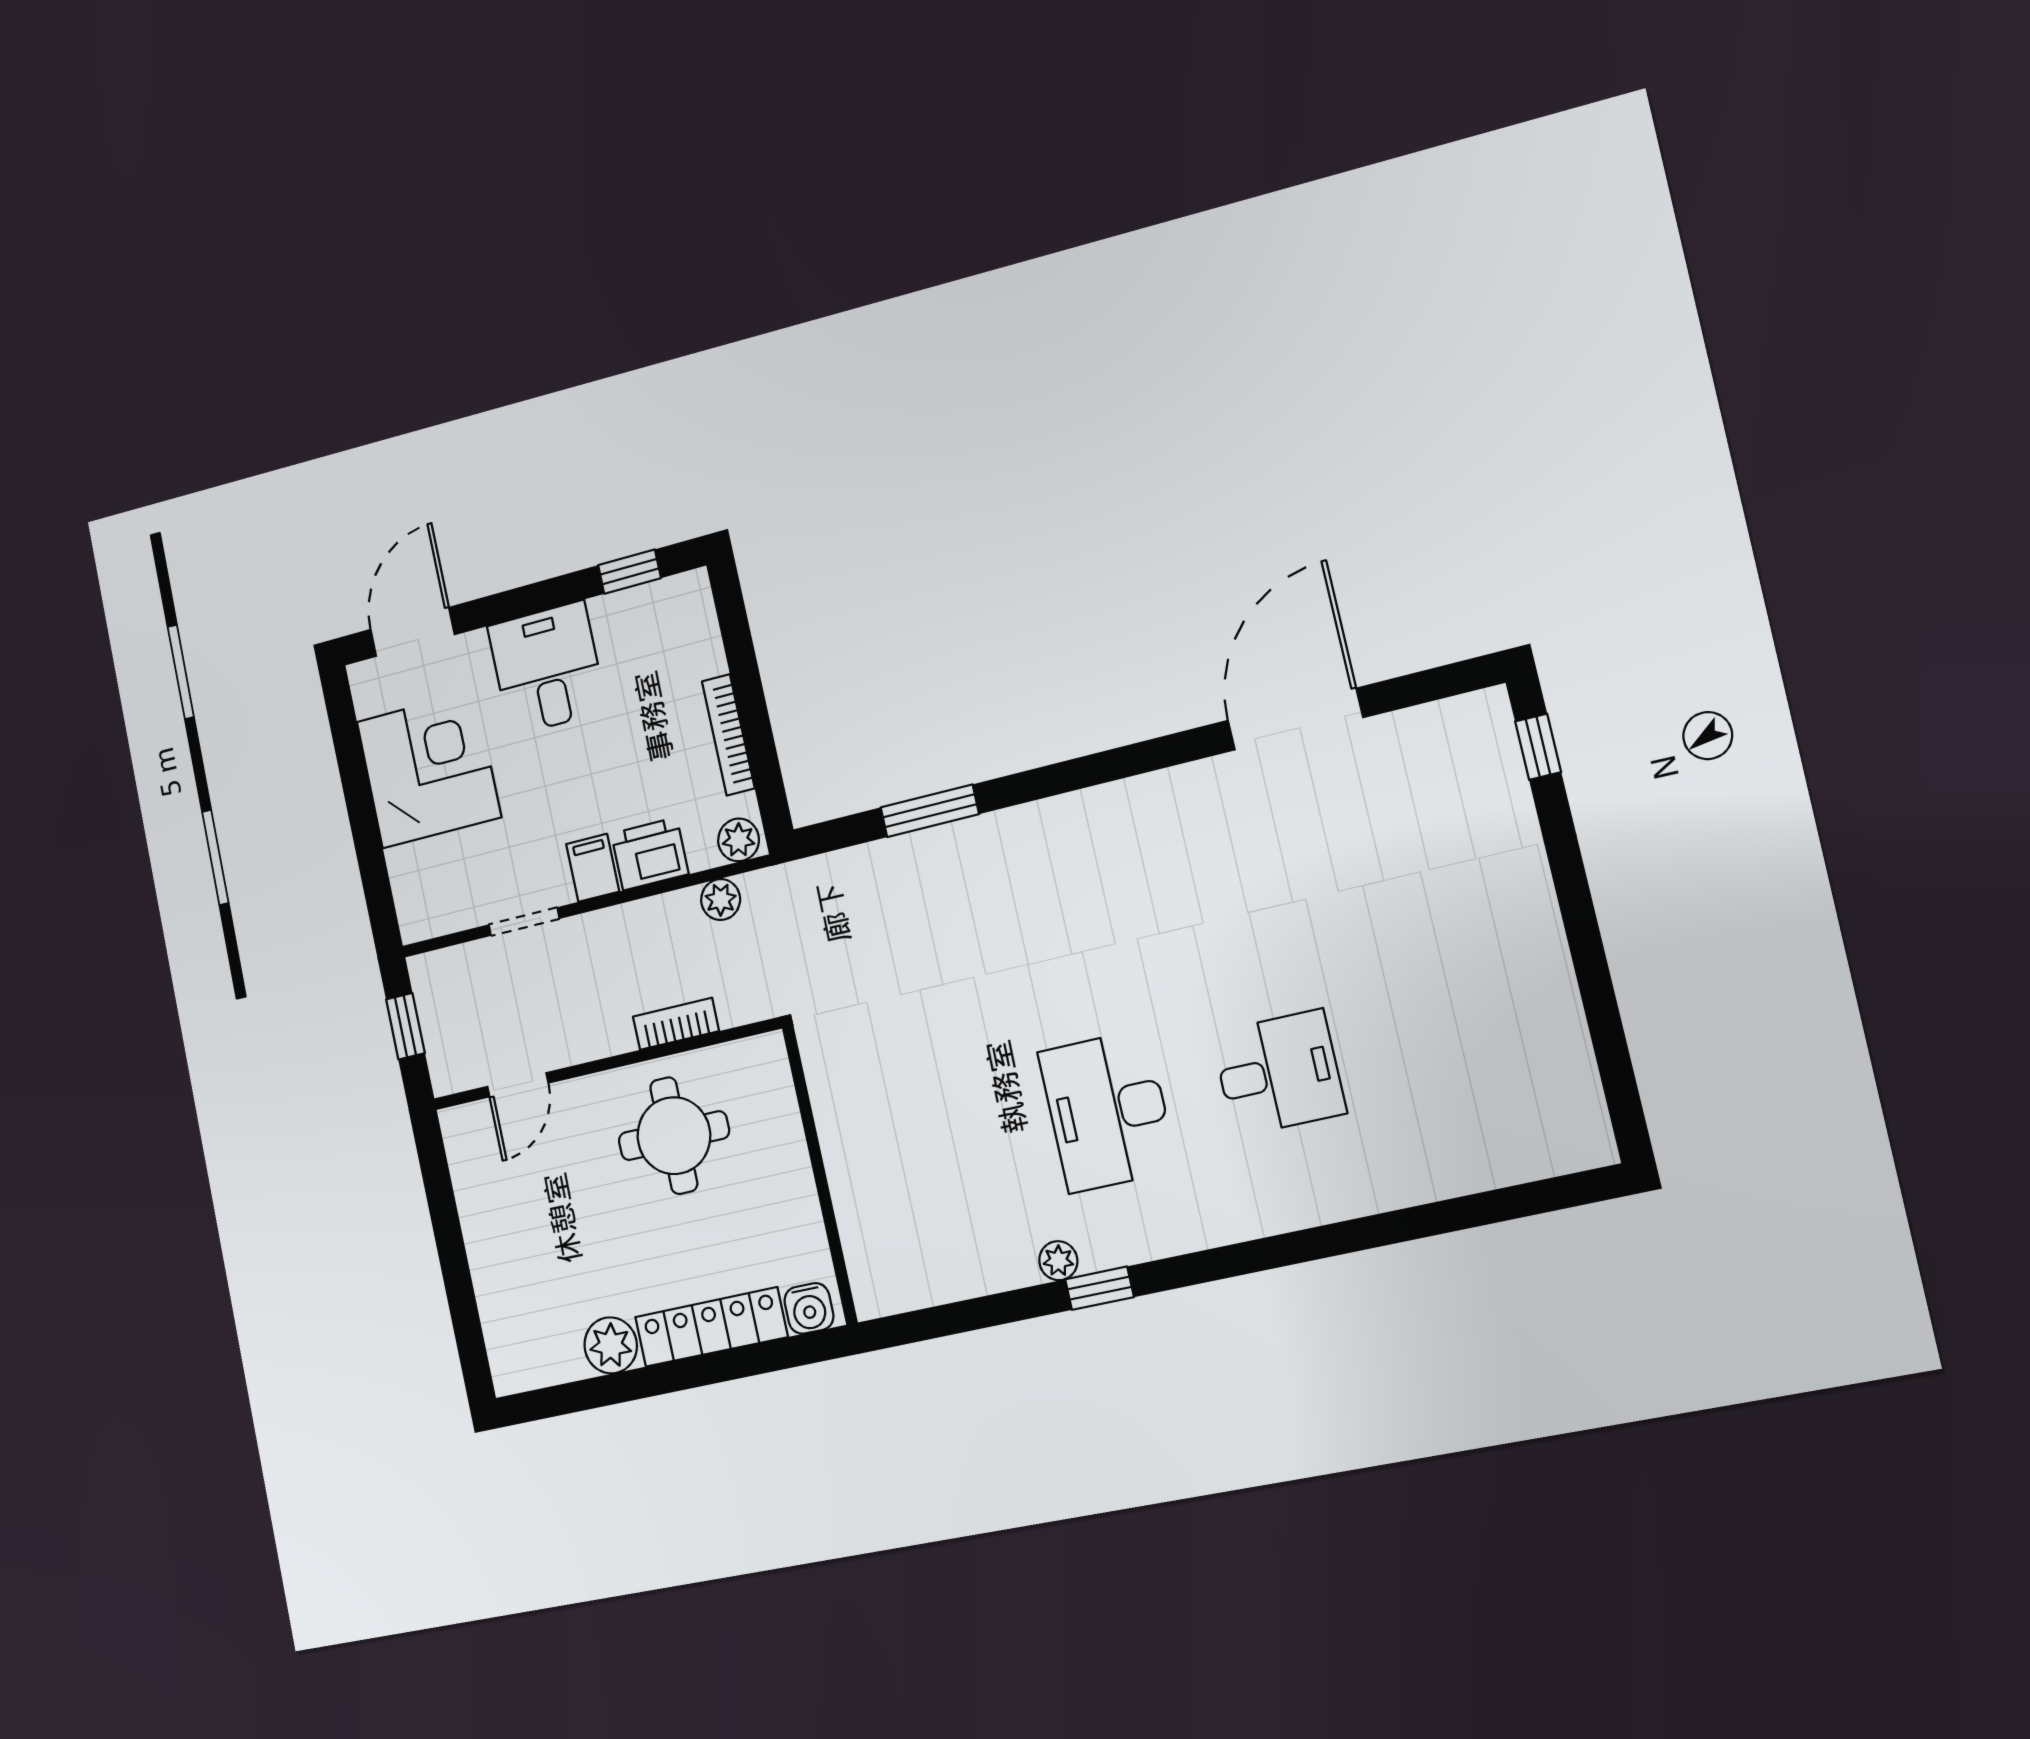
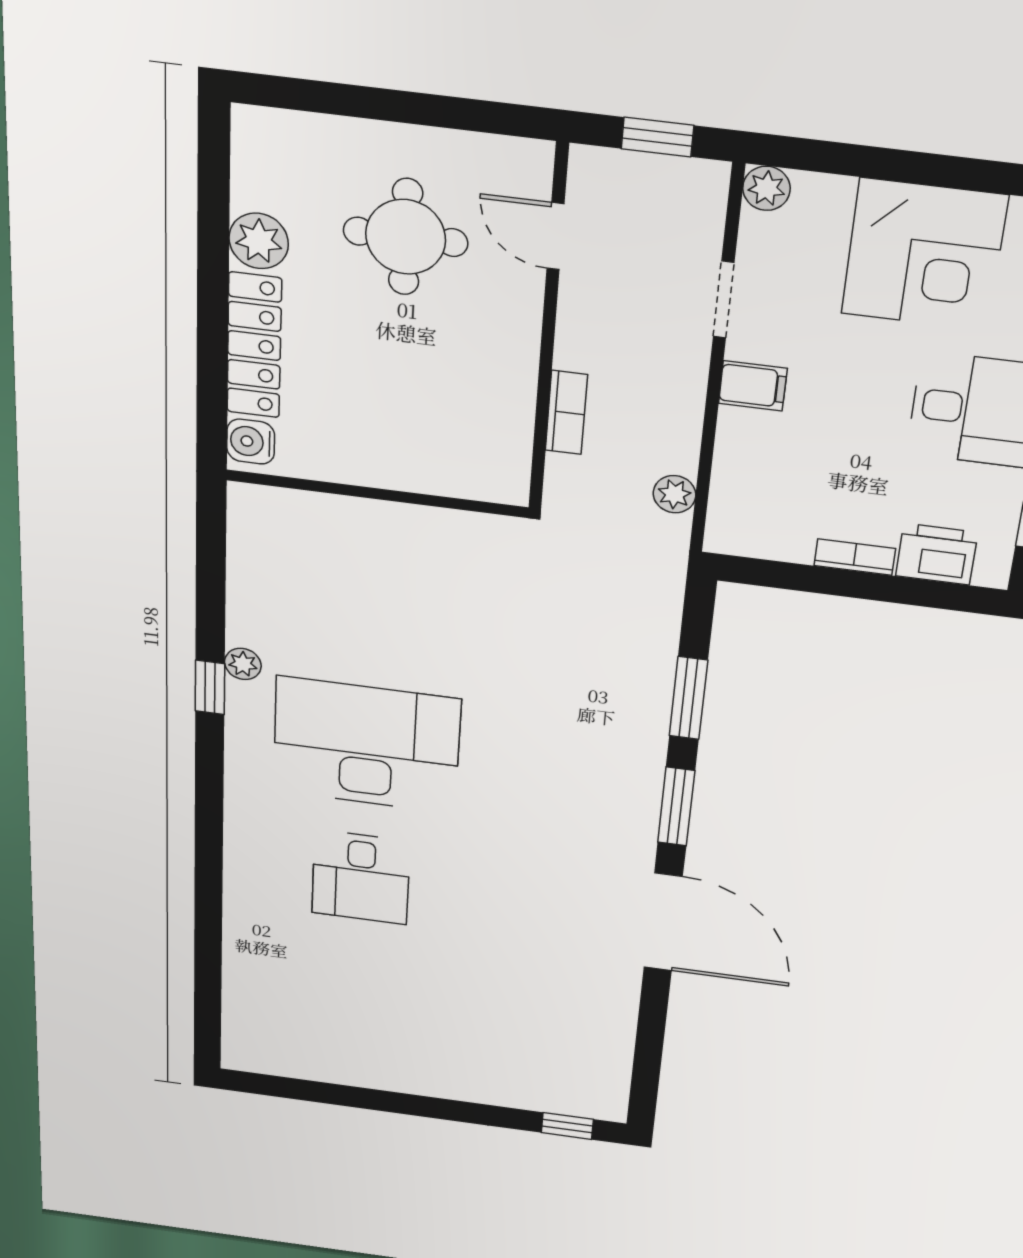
door: (1295, 719) -> (663, 922), moved
bookcase: (728, 735) -> (855, 557), width x0.64
window: (1060, 778) -> (676, 807), added
plant: (739, 840) -> (766, 188), moved
printer: (650, 854) -> (937, 554), moved, turned -90
desk: (1108, 1111) -> (366, 745), width x1.36, depth x1.30
round table: (674, 1136) -> (406, 237), moved

